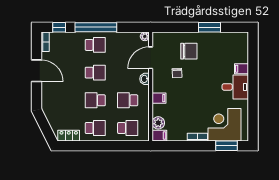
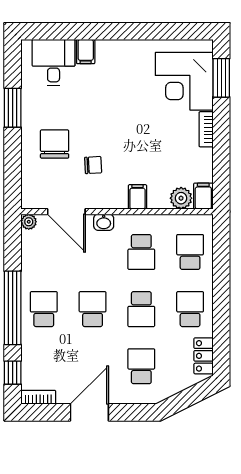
desk: (235, 87) -> (54, 62), moved
school desk: (63, 100) -> (141, 366), added

